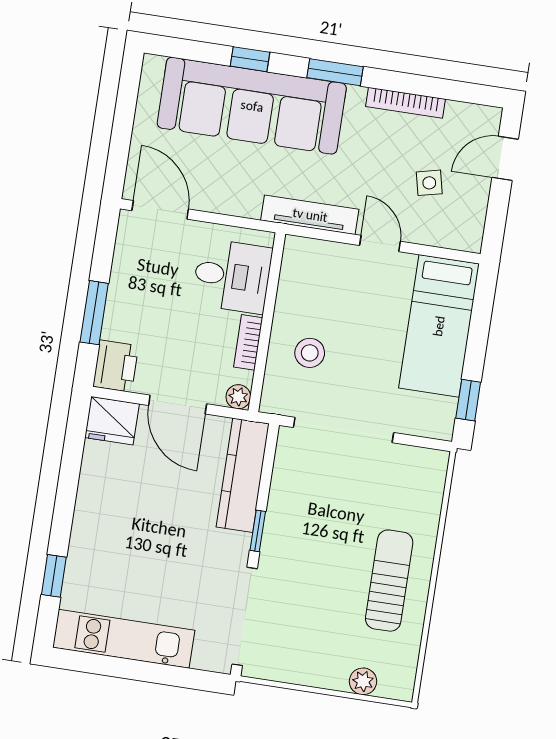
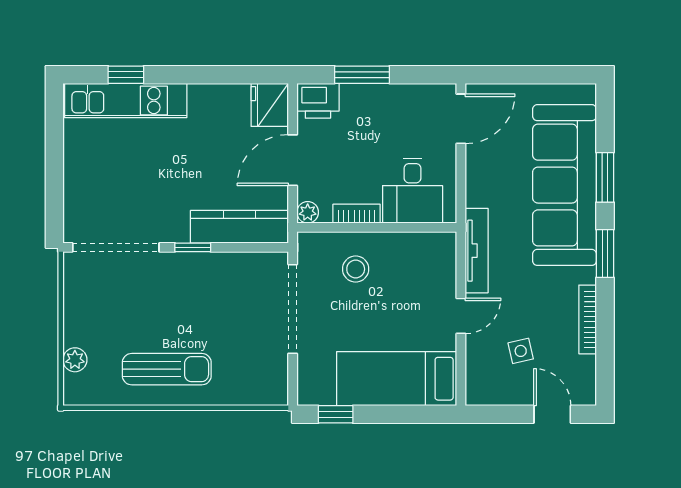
window: (250, 59) -> (605, 177), width x1.50
kitchen unit: (124, 639) -> (126, 101), moved, turned 90

